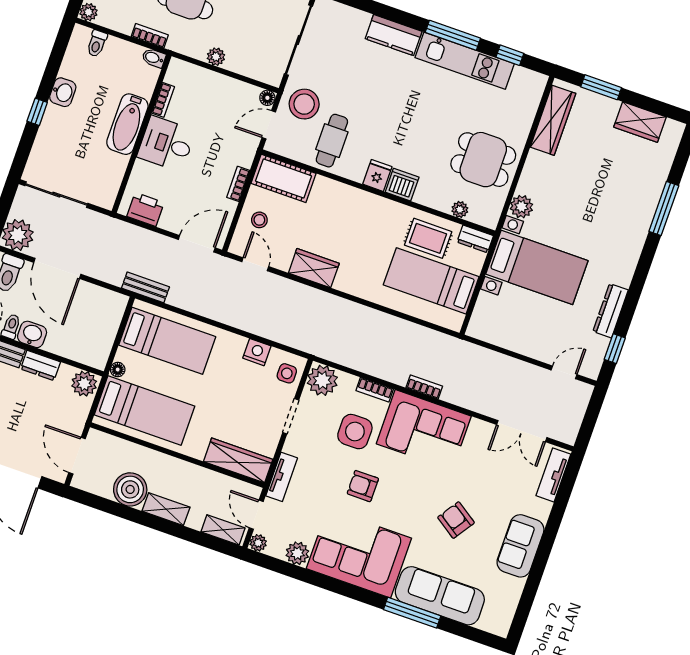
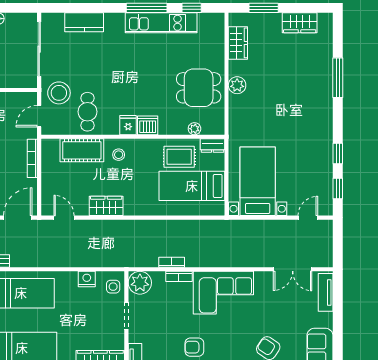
kitchen counter: (394, 35) -> (84, 22), moved
floor lamp: (267, 98) -> (32, 98), removed
wardrobe: (553, 120) -> (238, 43), width x0.67
cot: (284, 178) -> (82, 150), moved
bookcase: (238, 184) -> (32, 158), width x1.56
plant: (521, 207) -> (237, 85), moved
stool: (259, 220) -> (119, 155), moved
bed with nightstands: (537, 267) -> (258, 181), moved, turned -90
window: (630, 304) -> (338, 153), added
dresser: (611, 311) -> (325, 163), removed
bookcase: (424, 387) -> (172, 262), moved
side table: (355, 432) -> (175, 311), removed

